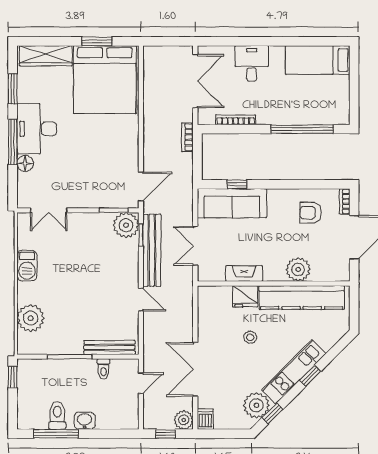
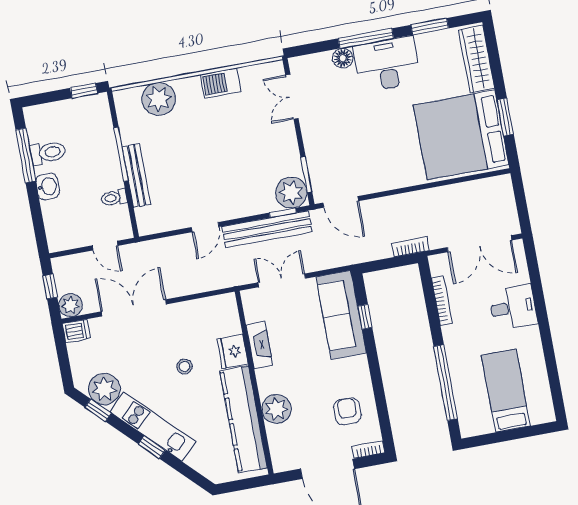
bed: (318, 60) -> (506, 391), moved
bench: (109, 347) -> (136, 175), moved

